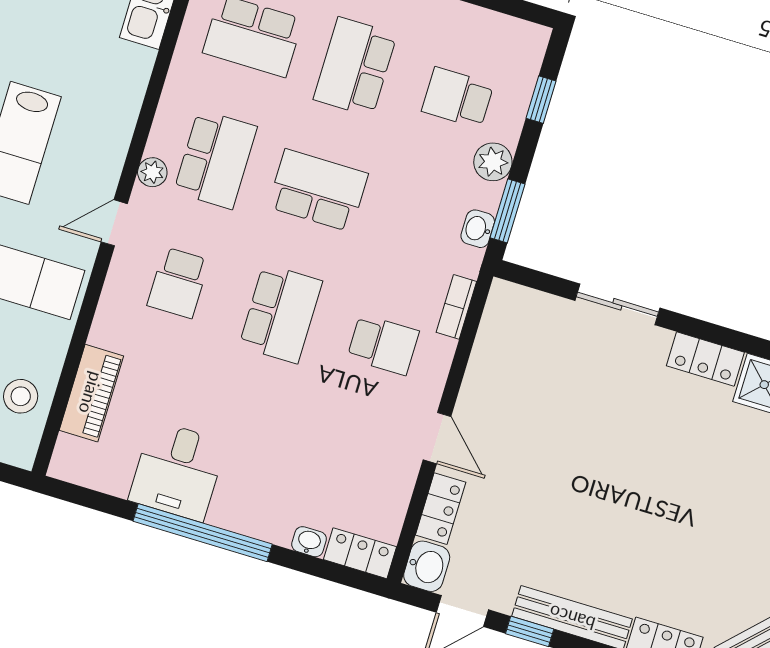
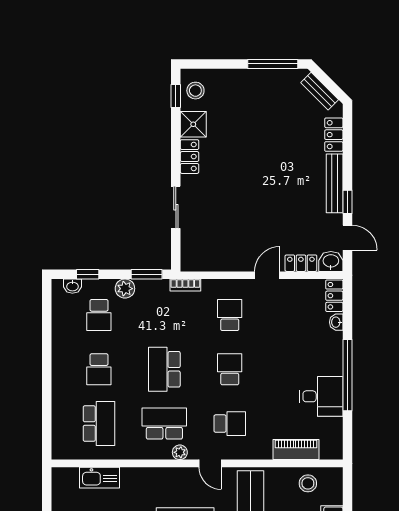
school desk: (355, 67) -> (99, 369), width x0.54
washbasin: (478, 229) -> (72, 286), moved
bookcase: (456, 307) -> (185, 285), moved
school desk: (281, 314) -> (230, 369), width x0.54

